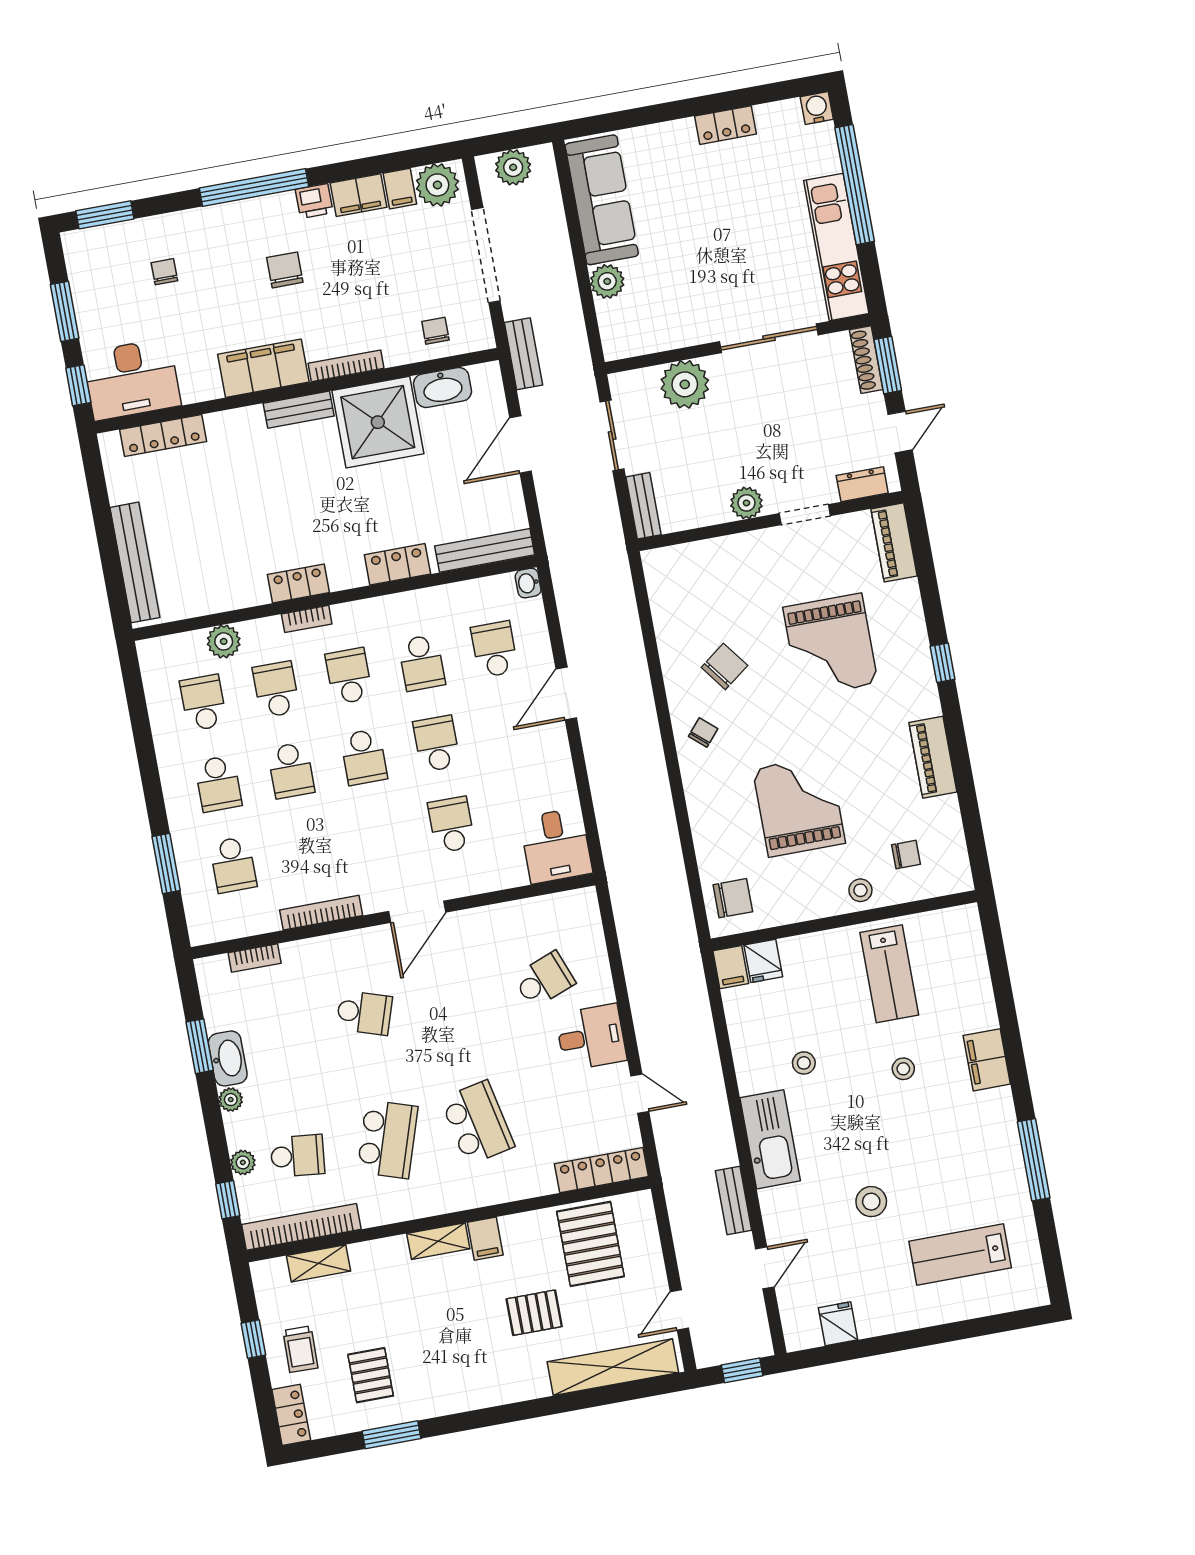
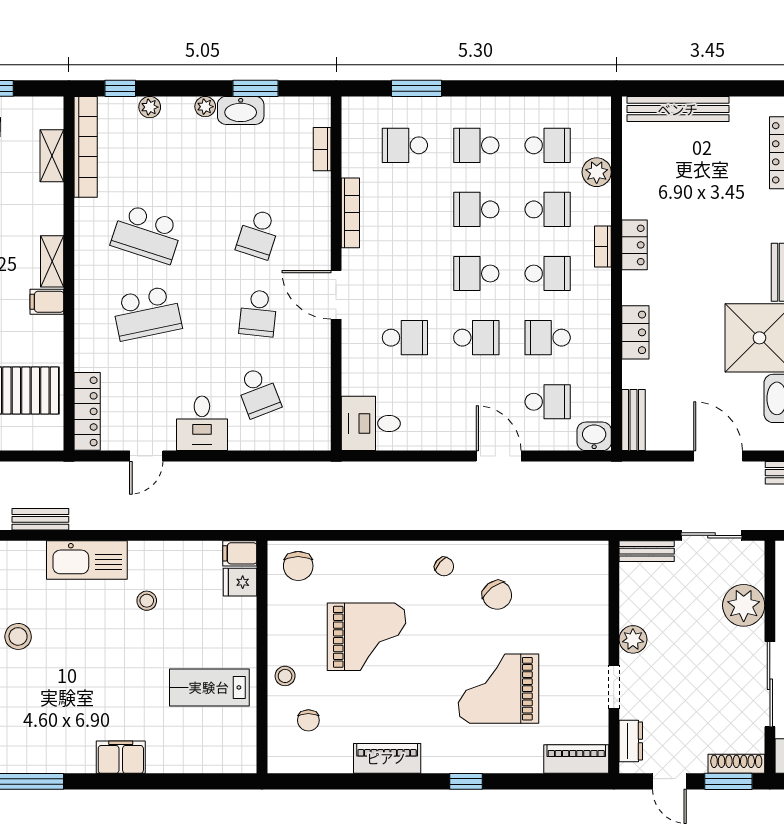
bench: (485, 550) -> (633, 420), width x0.73
washbasin: (528, 583) -> (594, 436), width x1.38, depth x1.45
stool: (903, 1069) -> (126, 685), removed
school desk: (298, 1156) -> (258, 313), moved

